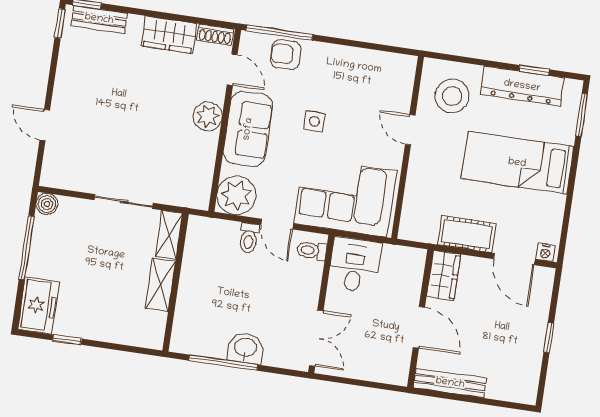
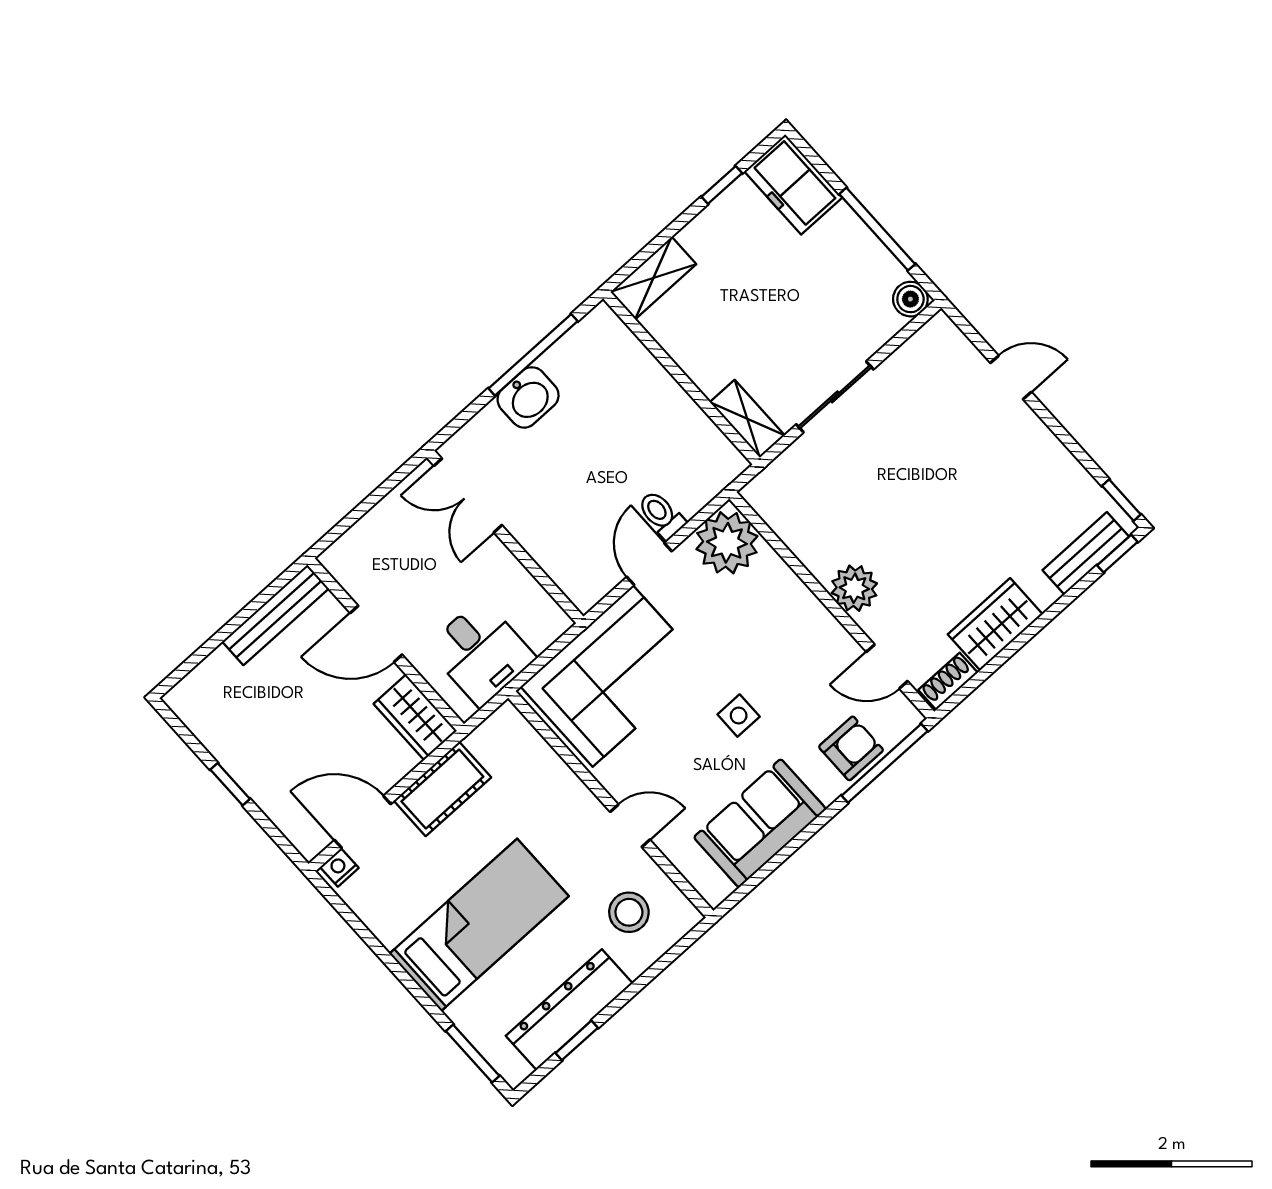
stool: (452, 96) -> (629, 912), width x0.73, depth x0.73
sofa: (248, 129) -> (760, 823), moved, turned 90
door: (277, 224) -> (649, 564), hinge flipped
toilet: (312, 251) -> (581, 579), removed
desk: (355, 265) -> (481, 653), moved
shelving: (160, 285) -> (653, 278), moved, turned 90

